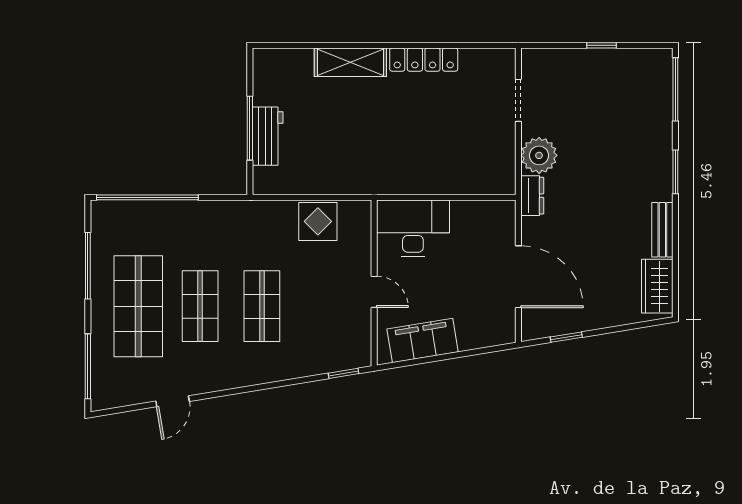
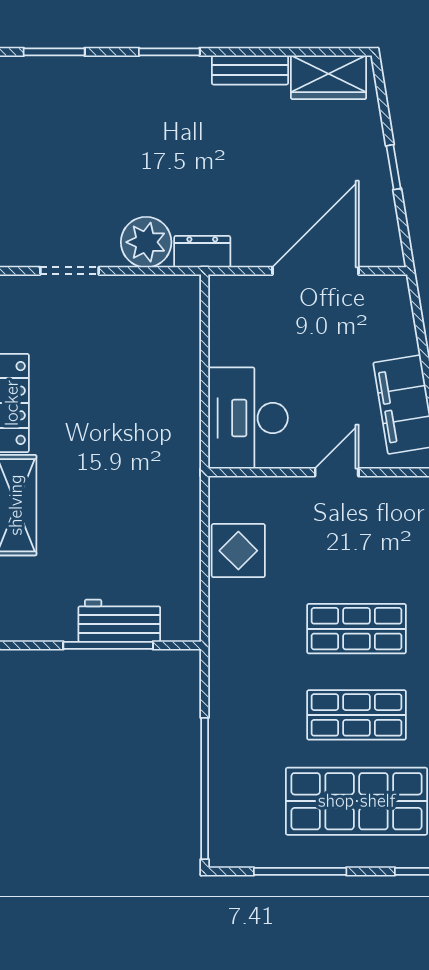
window: (675, 89) -> (54, 52), width x0.69
window: (566, 337) -> (394, 167), moved

